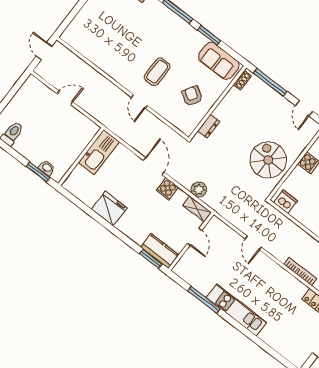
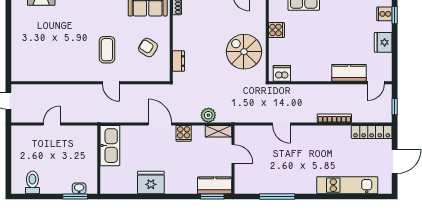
kitchen unit: (237, 310) -> (347, 185), moved

